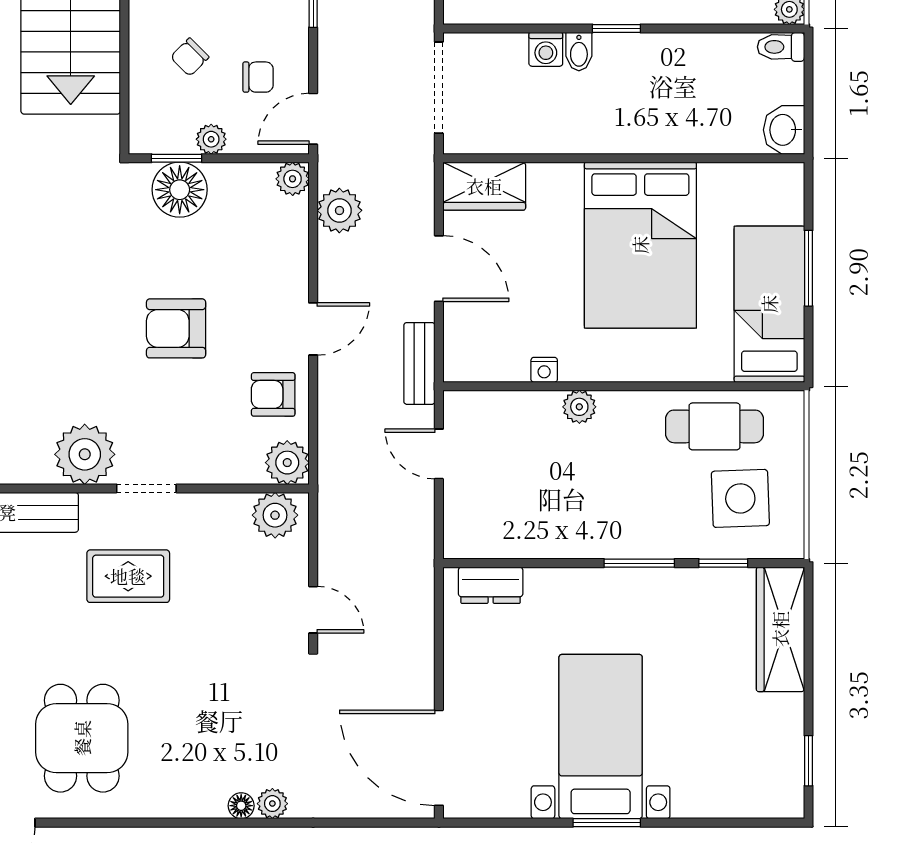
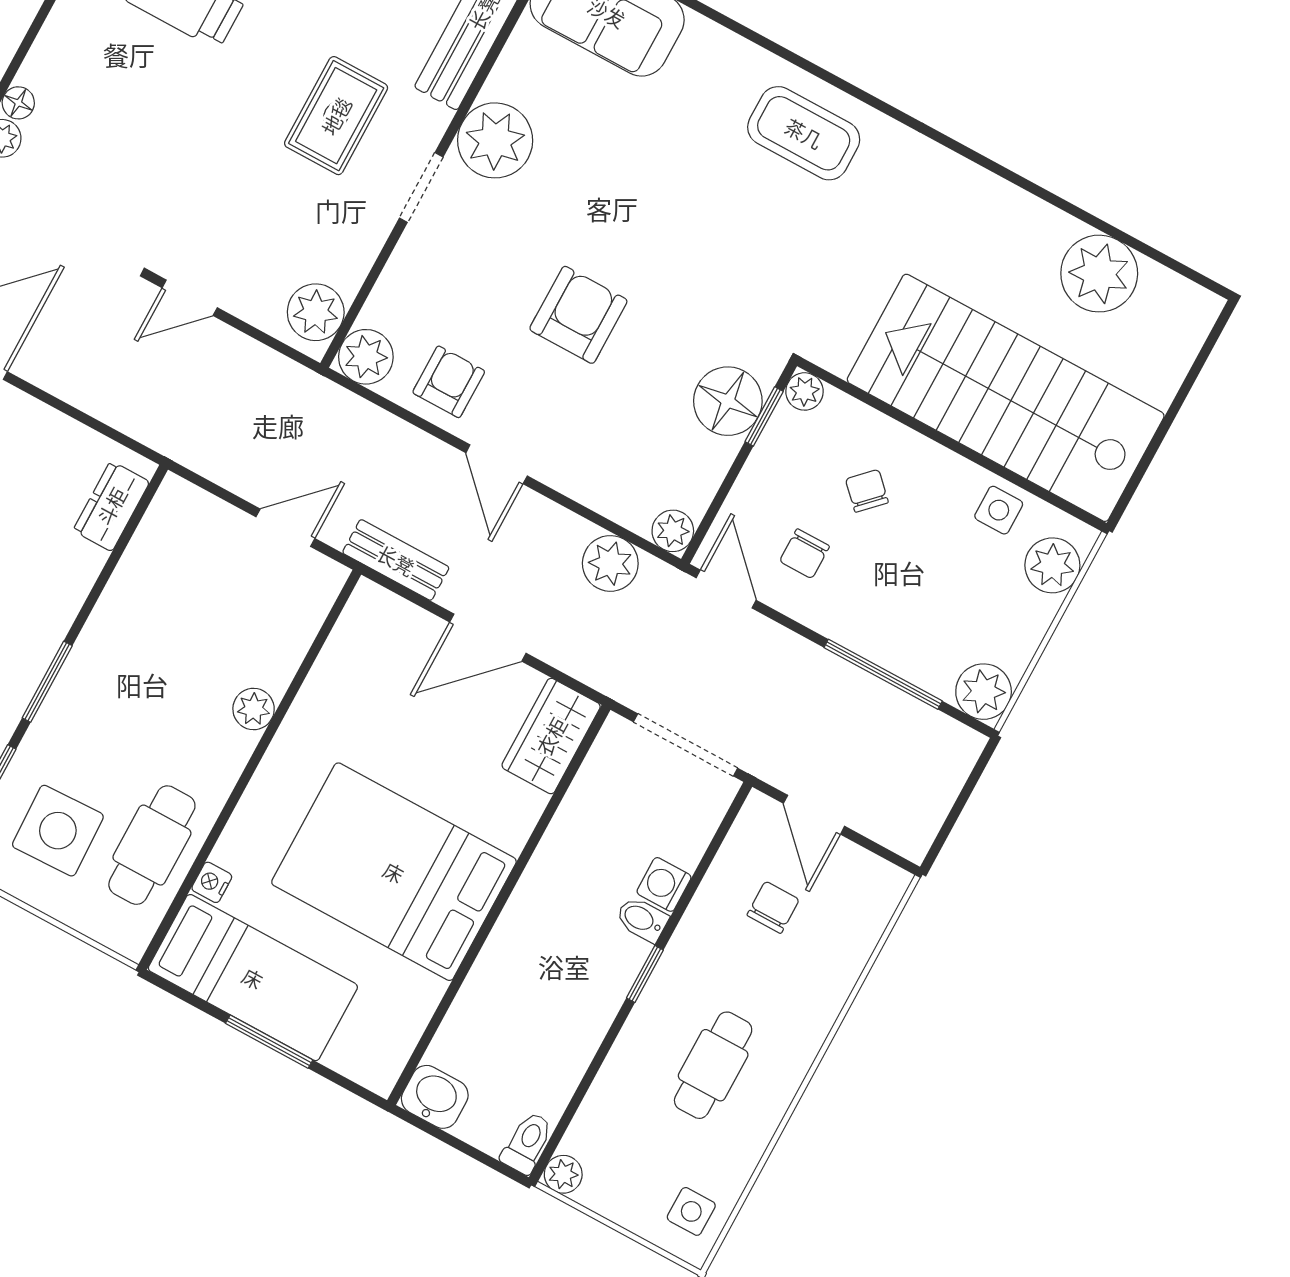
plant: (211, 139) -> (805, 391), moved
nightstand: (544, 370) -> (212, 882), moved

